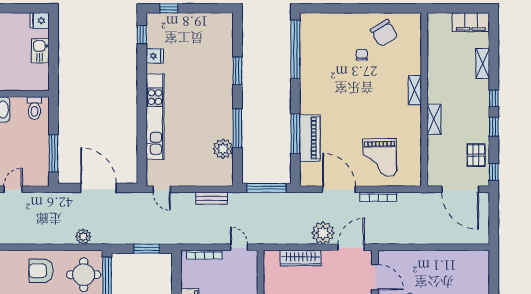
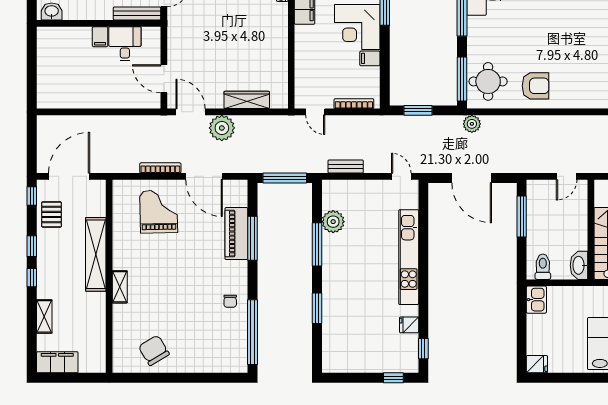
kitchen sink: (40, 51) -> (536, 300), moved
chair: (362, 55) -> (230, 301), moved
shelving: (434, 119) -> (96, 254), width x2.20, depth x1.33
door: (460, 189) -> (69, 176), hinge flipped
plant: (83, 237) -> (472, 124), moved
door: (351, 247) -> (190, 112), swing flipped

